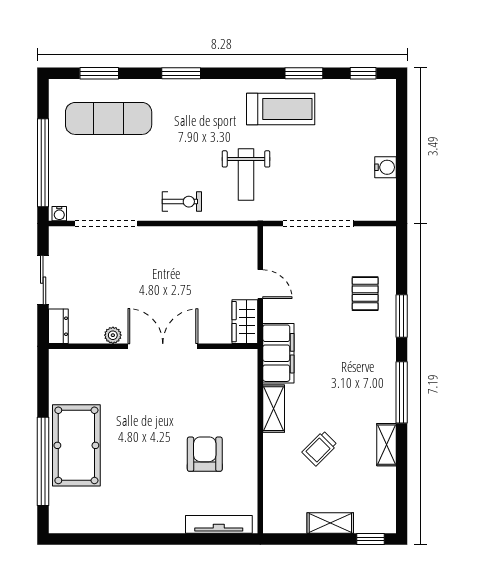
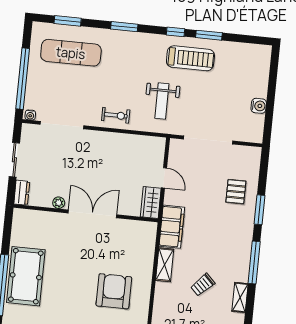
window: (363, 73) -> (175, 32), moved
trolley: (320, 448) -> (203, 285), moved
armchair: (205, 454) -> (114, 291), width x1.36, depth x1.36

